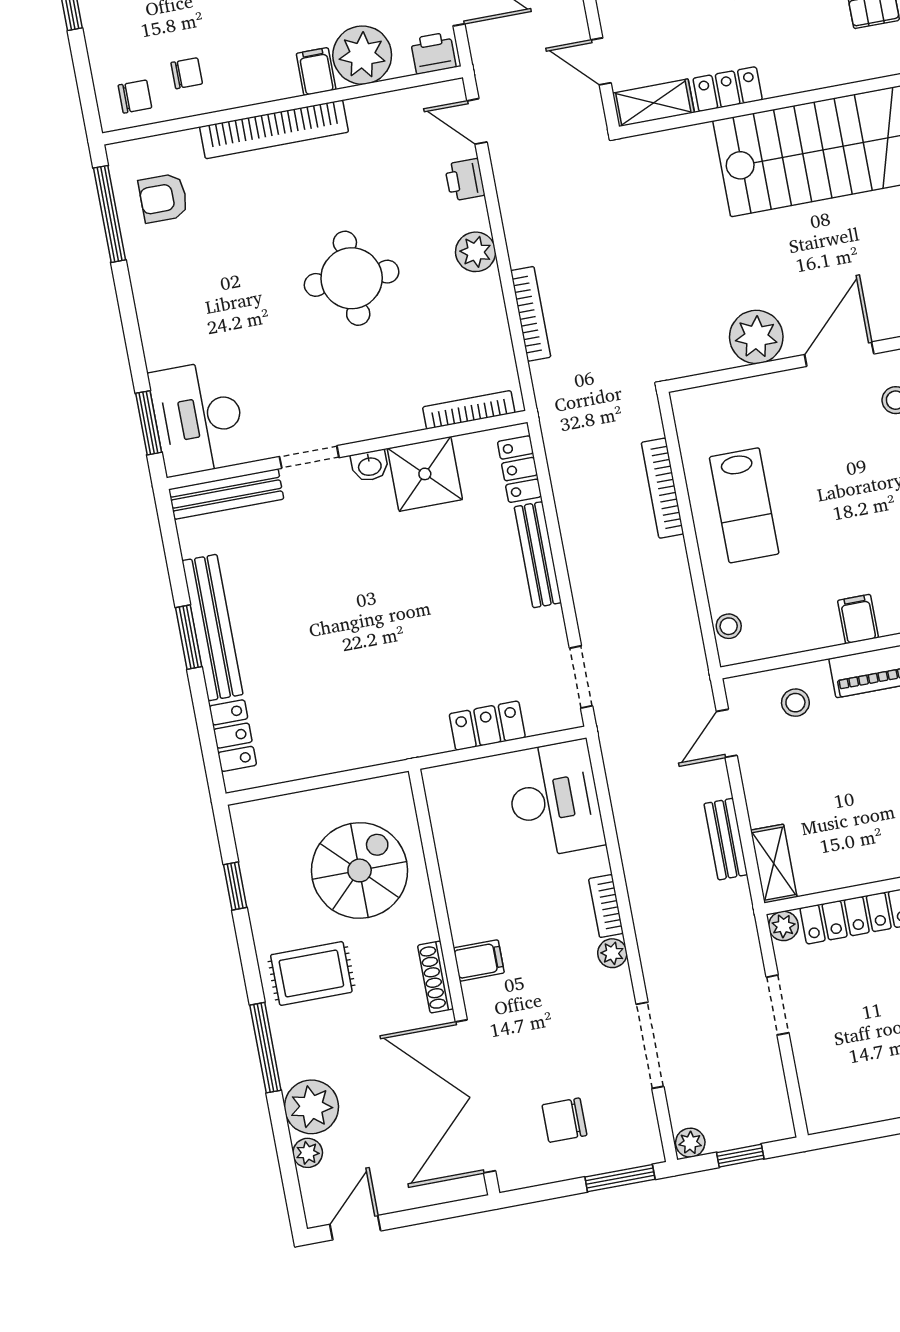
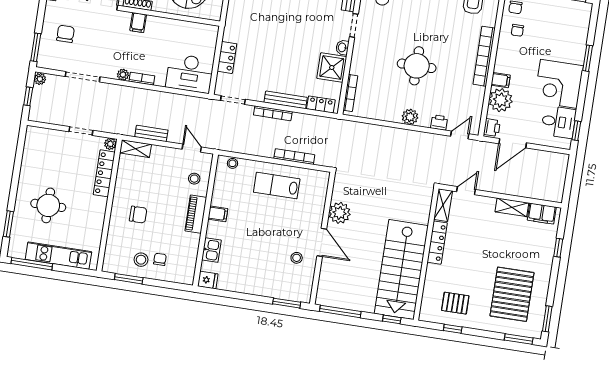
locker: (728, 89) -> (437, 243), width x1.53
bookcase: (531, 314) -> (273, 113), moved

